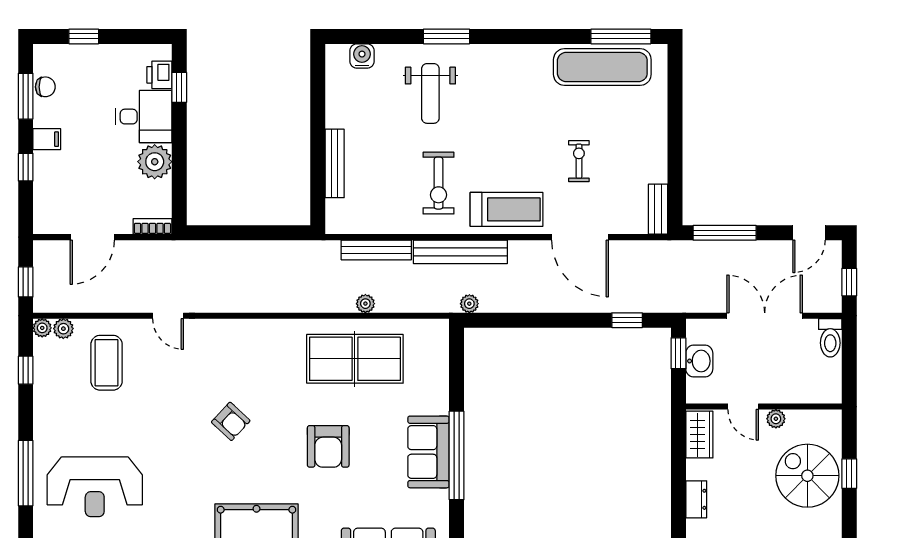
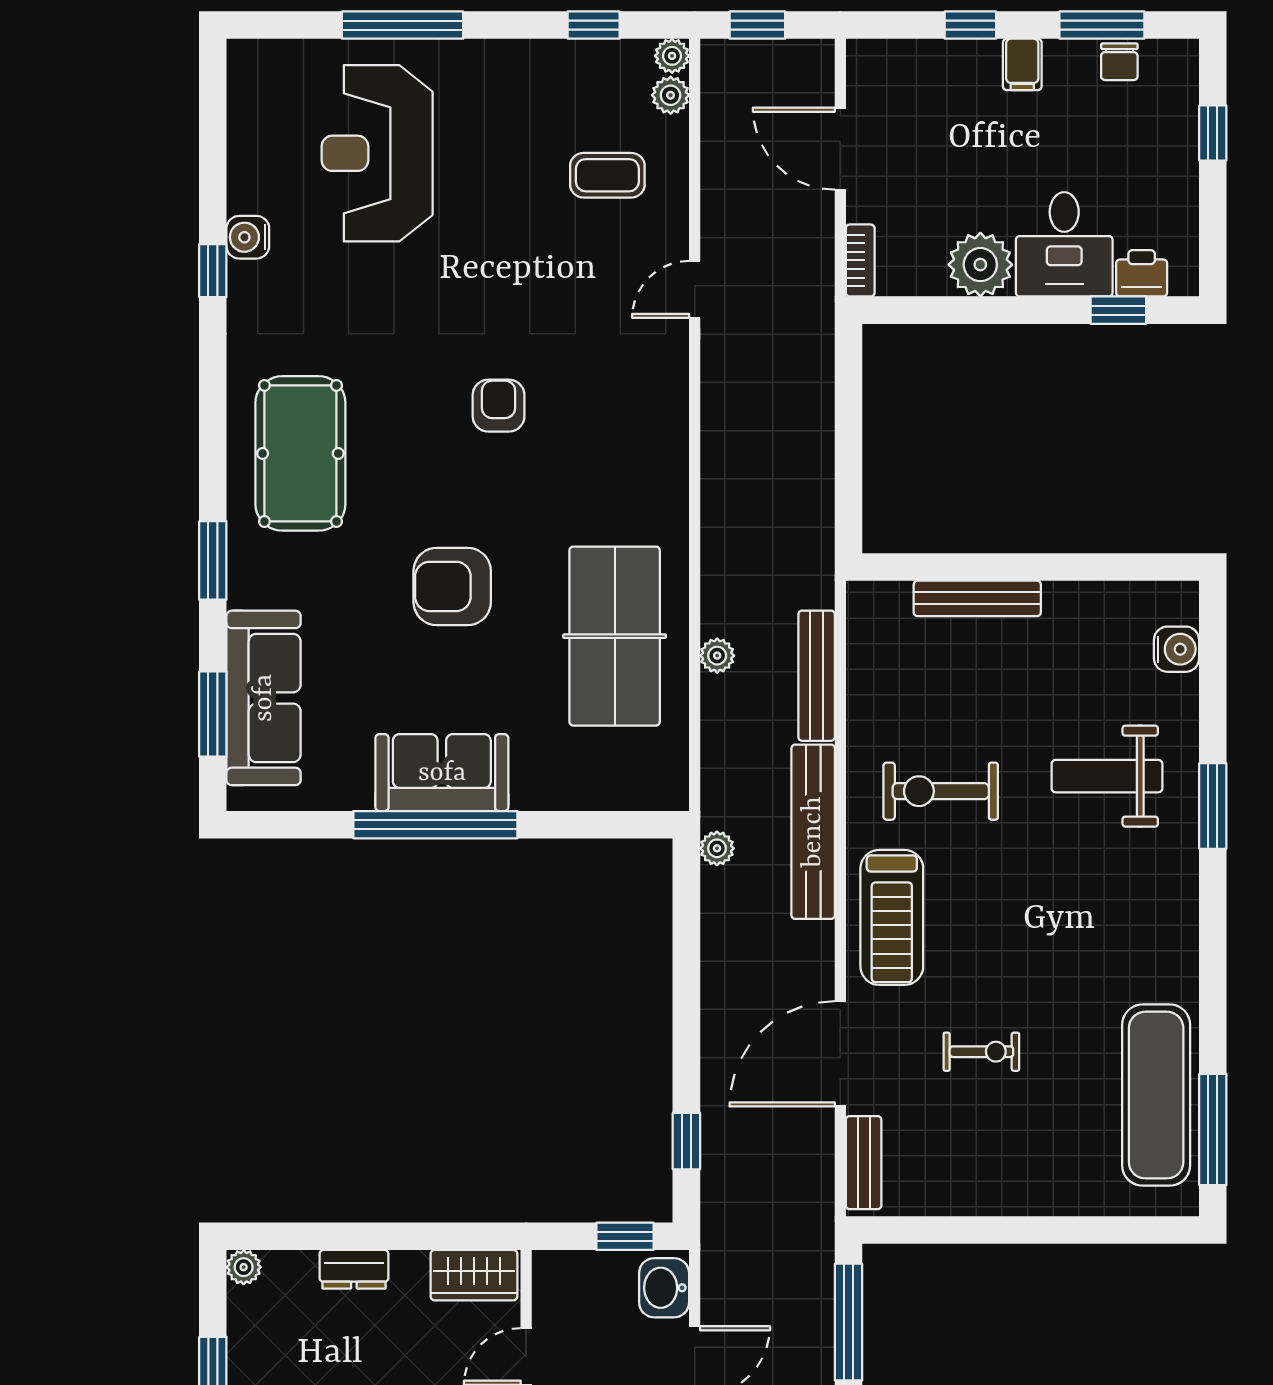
bench: (658, 209) -> (864, 1163), moved, turned 90
washbasin: (699, 361) -> (664, 1288), moved, turned 90
coffee table: (107, 363) -> (607, 175), width x0.73, depth x0.77
armchair: (231, 421) -> (499, 406), turned 137

